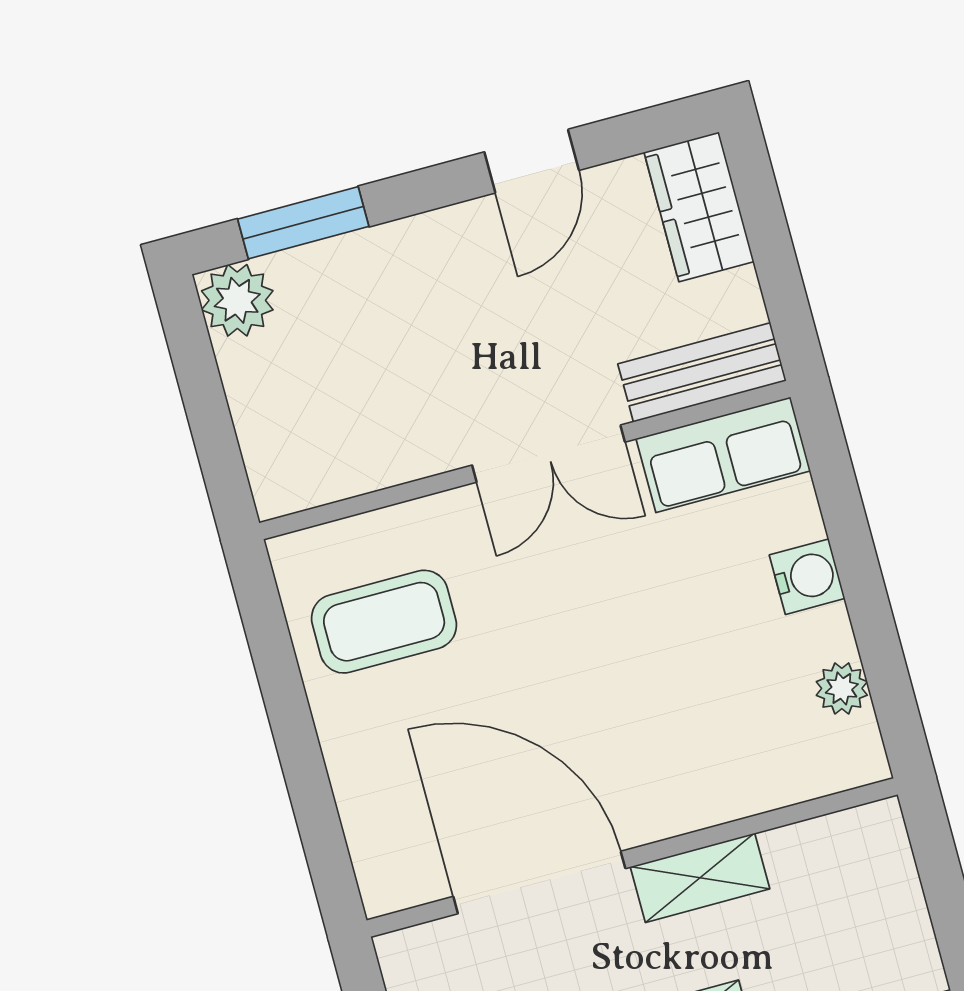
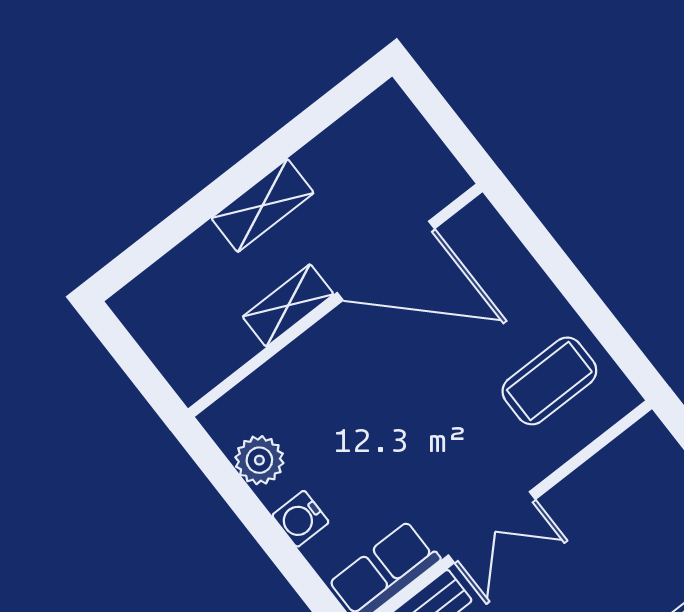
double door: (549, 454) -> (492, 527), swing flipped
plant: (842, 688) -> (259, 460), width x1.38, depth x1.38

